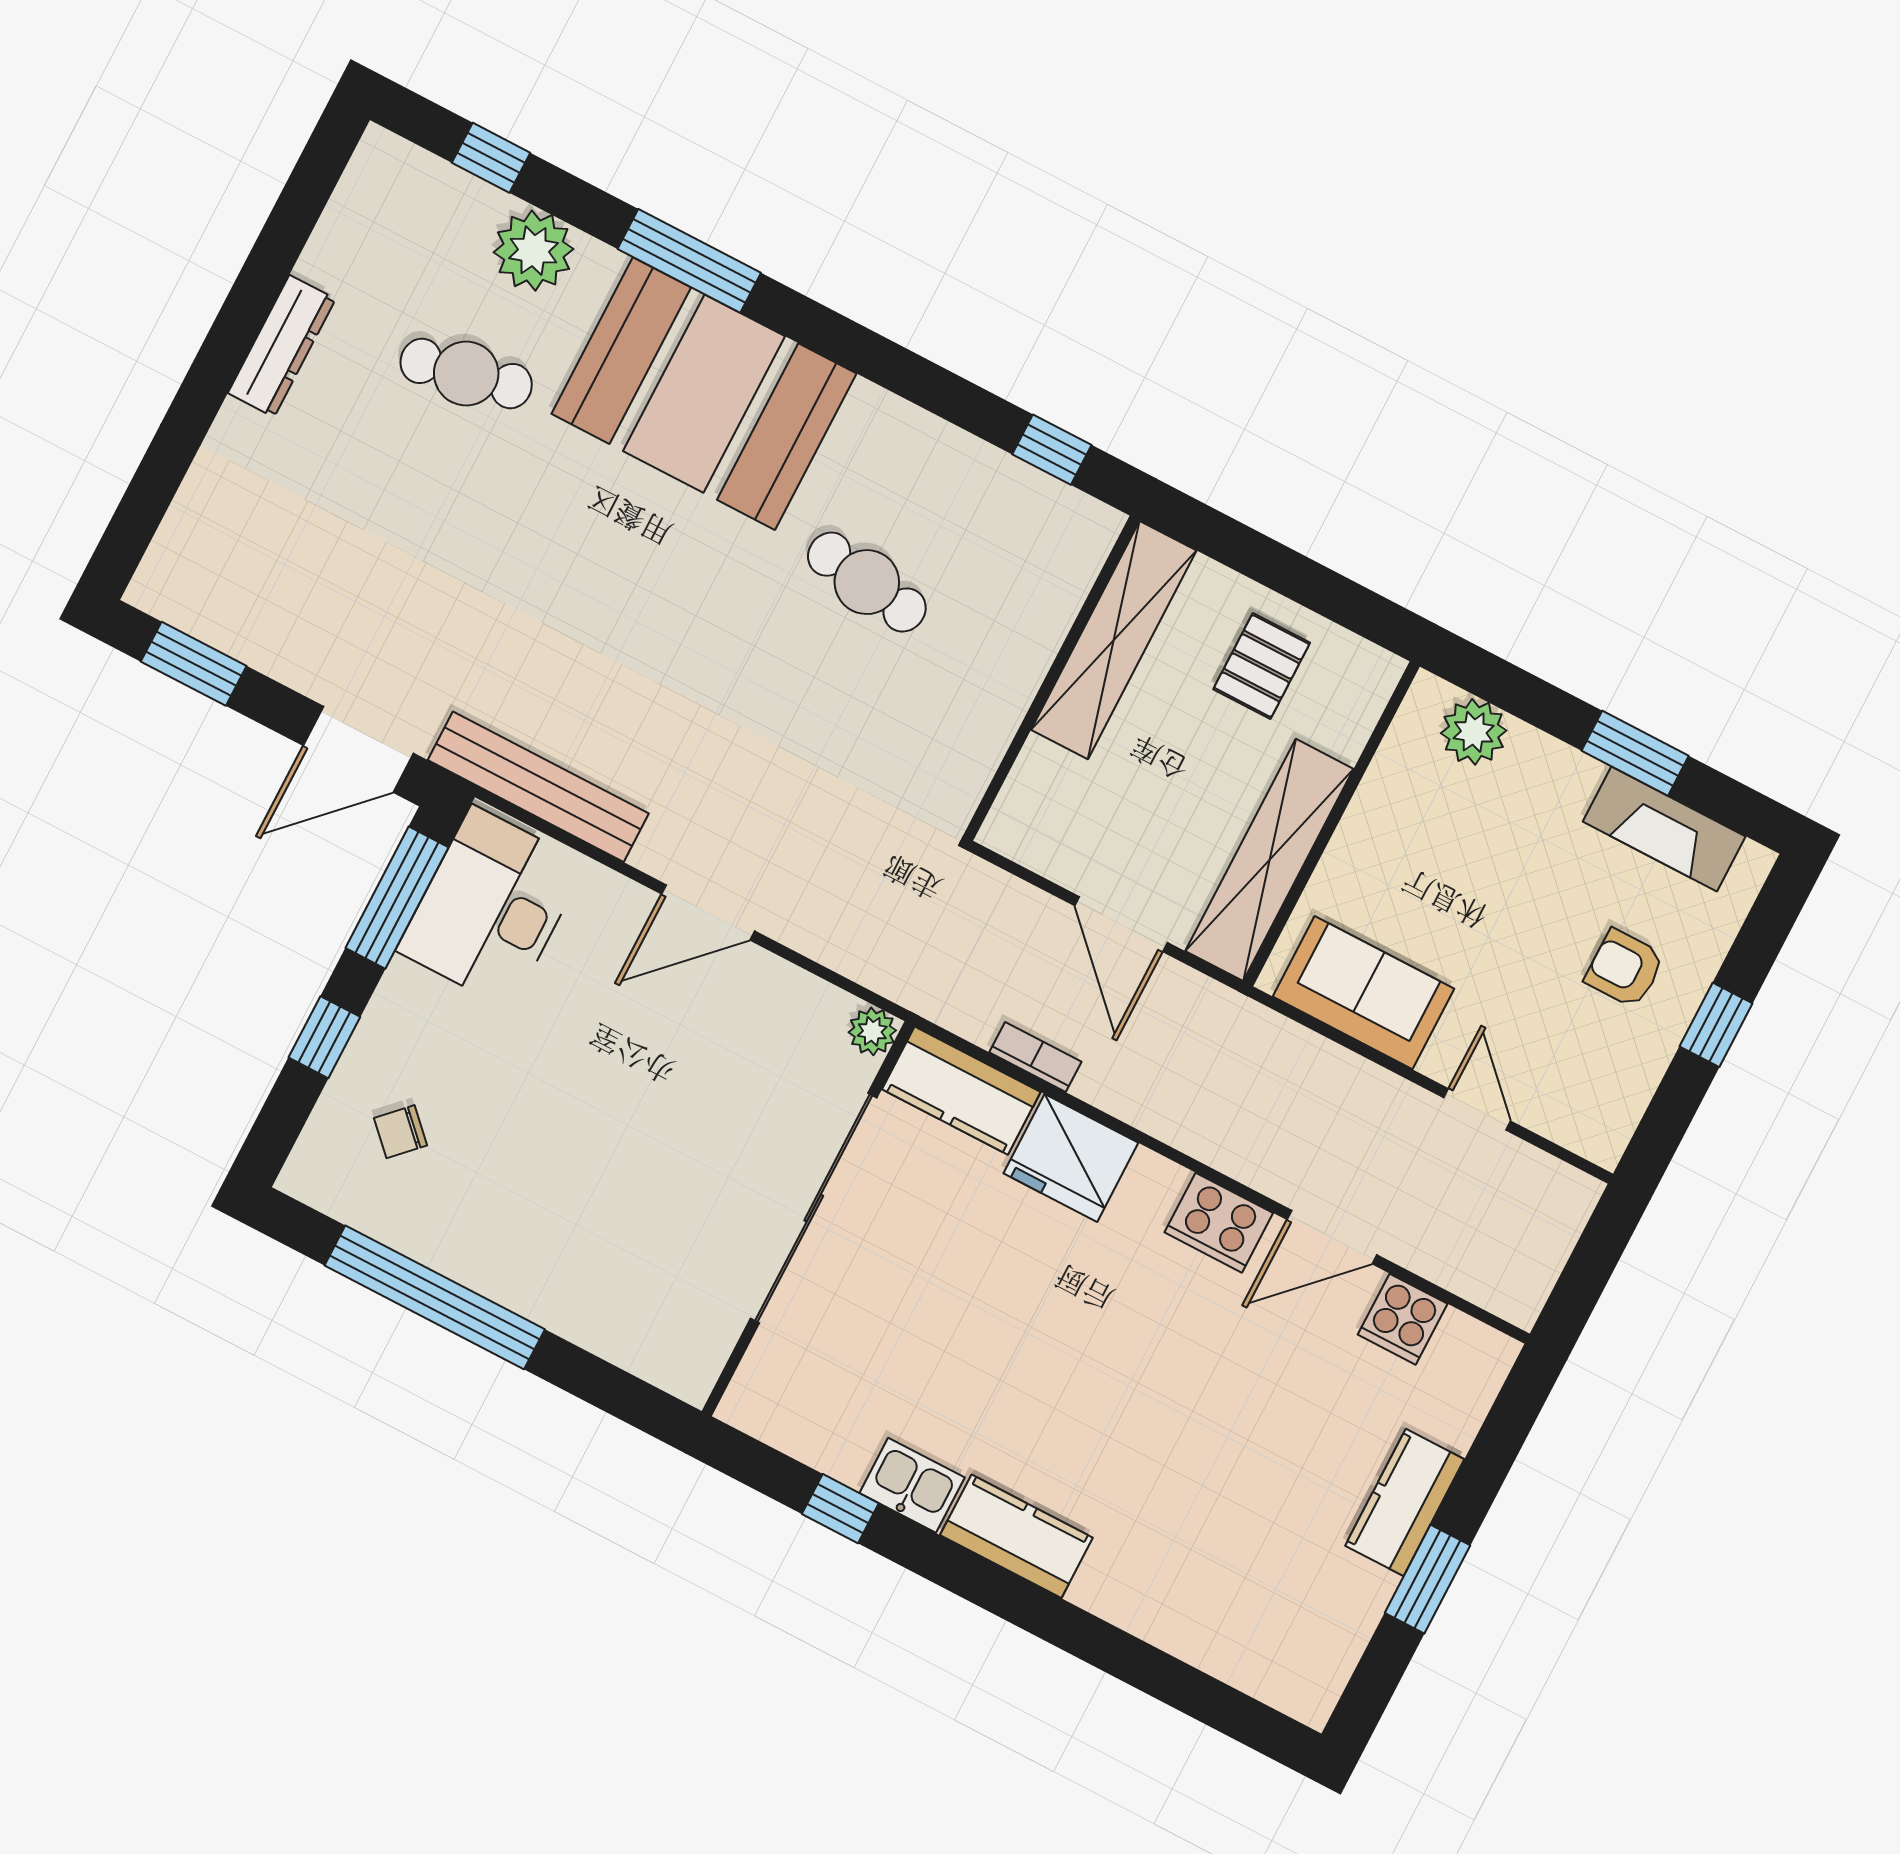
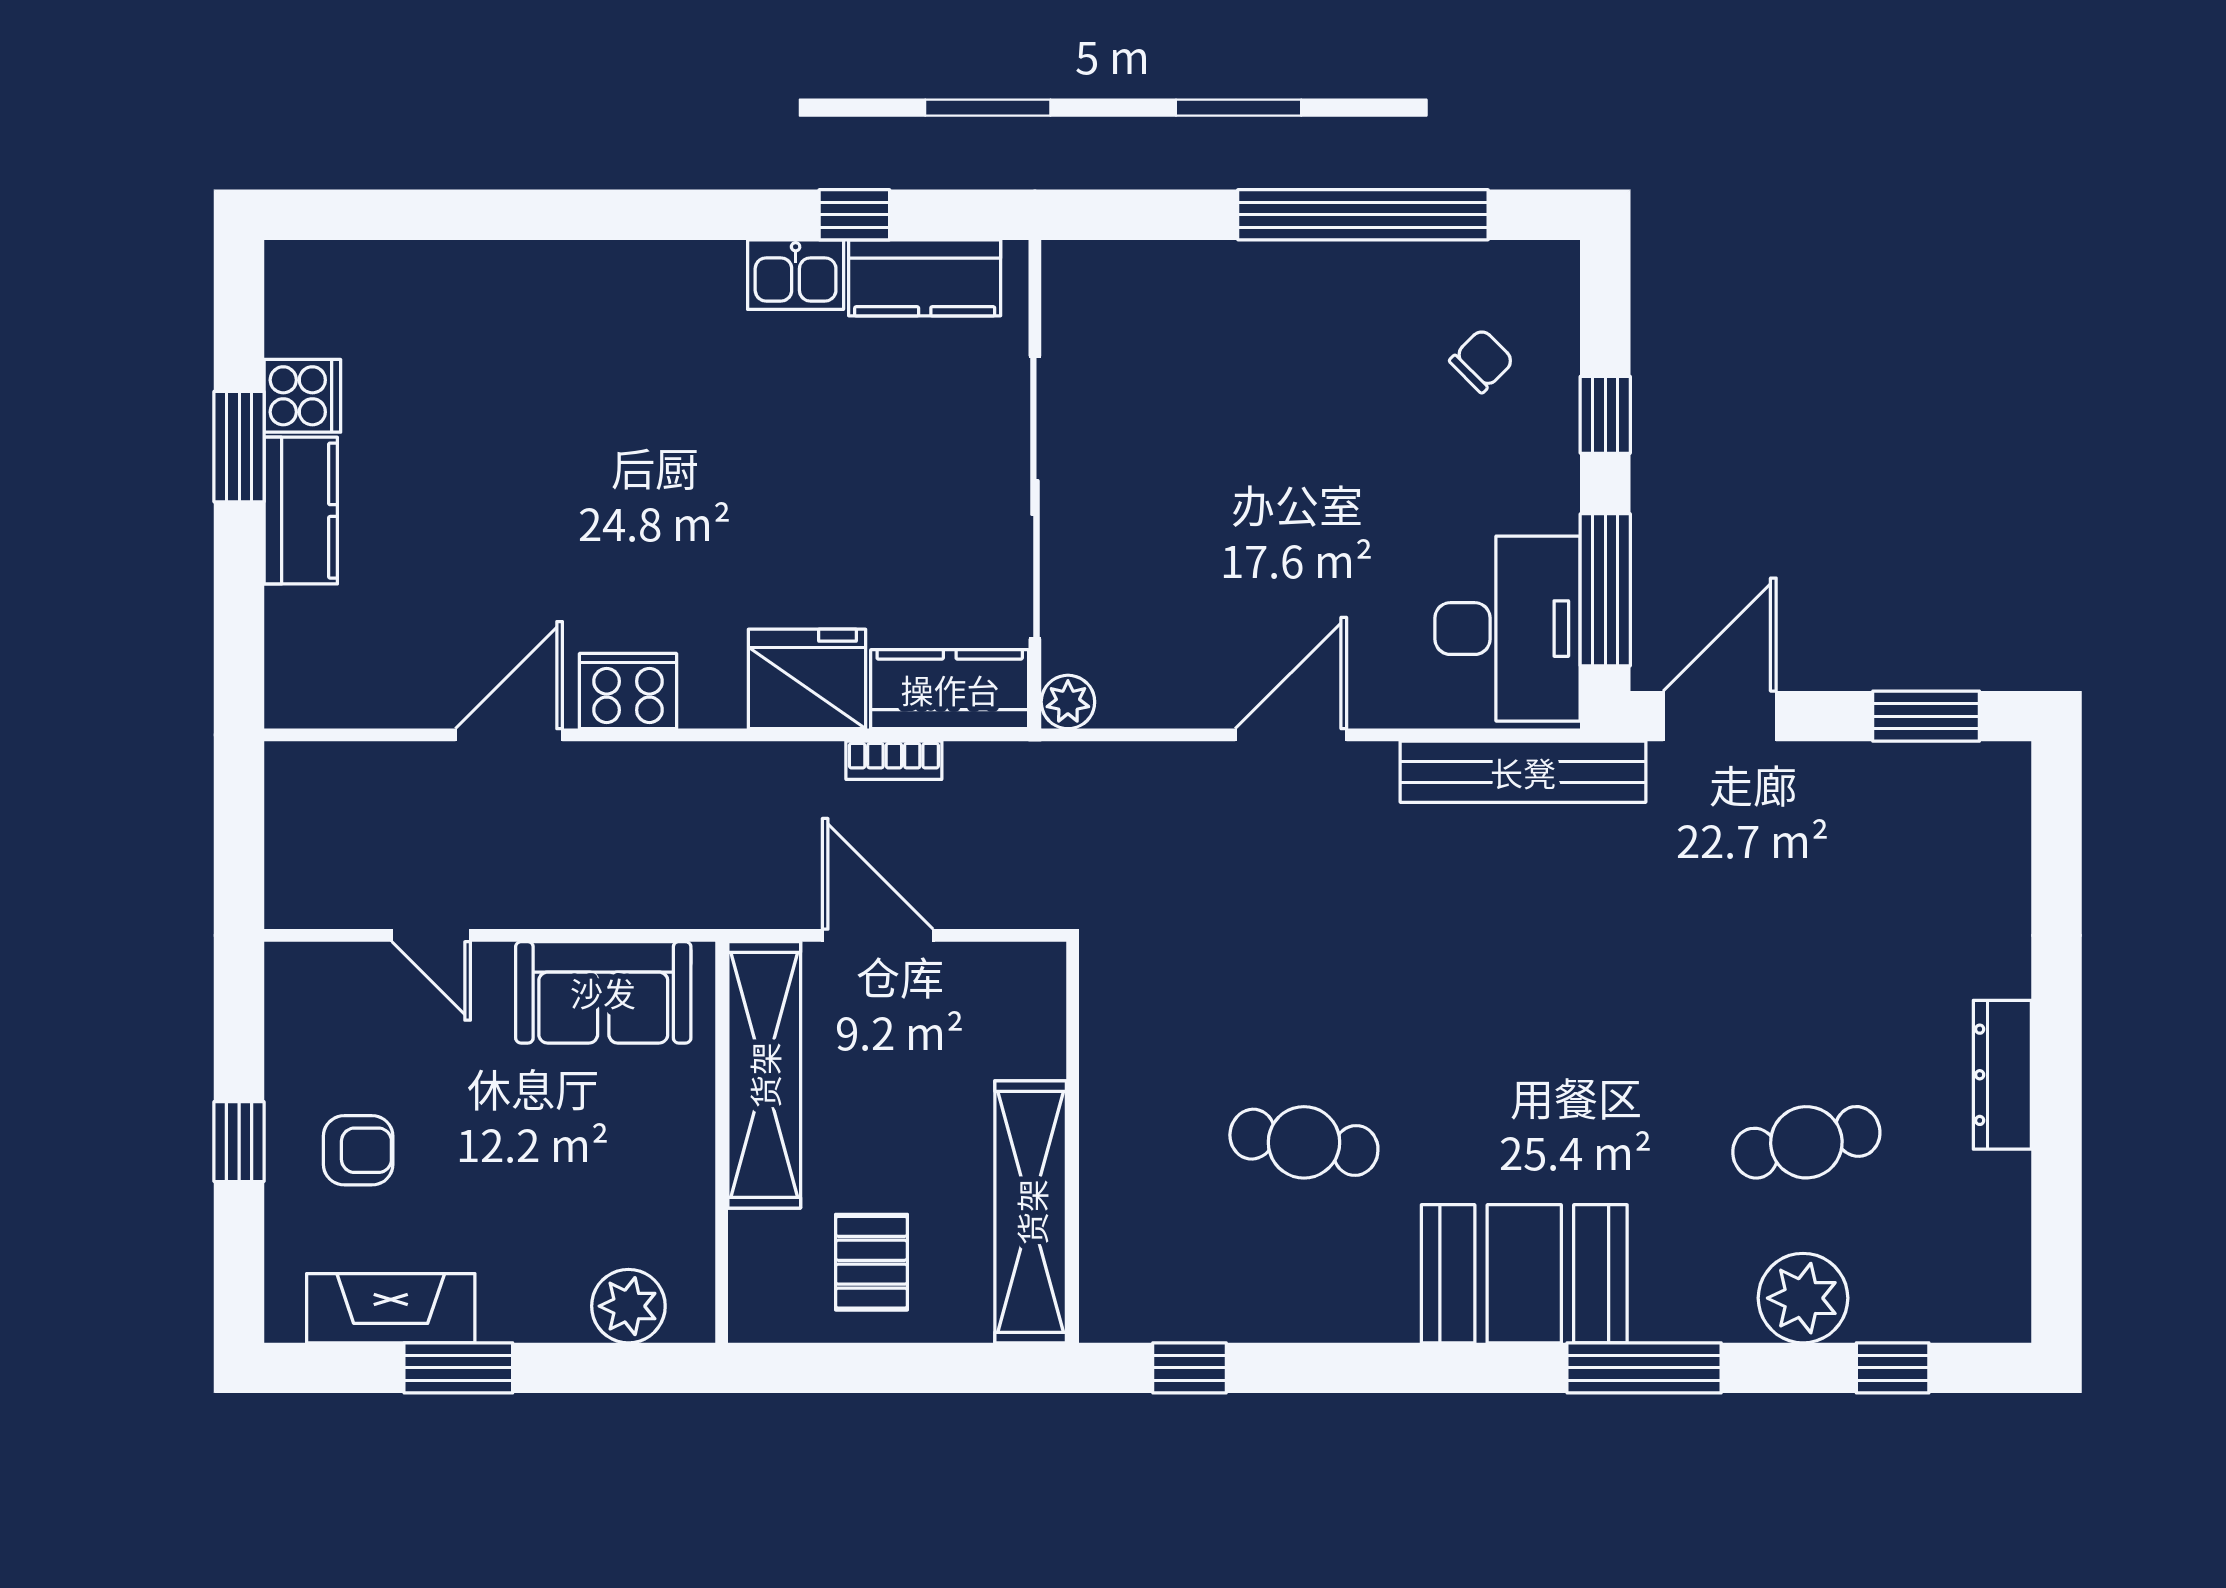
booth: (704, 394) -> (1524, 1274), width x0.73, depth x0.70
cooker: (1403, 1319) -> (302, 396), moved, turned 90
kitchen counter: (1016, 1536) -> (925, 278), moved

